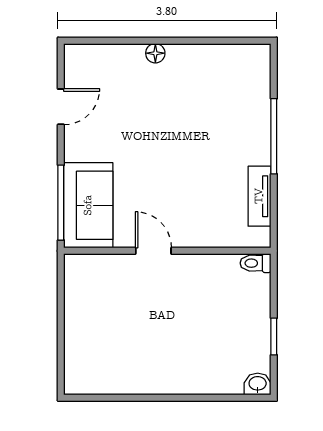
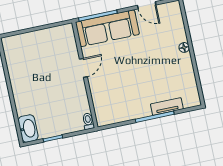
tv unit: (259, 196) -> (167, 107), moved
sofa: (88, 205) -> (107, 28), width x1.36
washbasin: (258, 384) -> (28, 128), width x1.91, depth x1.45

